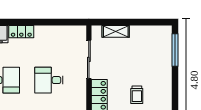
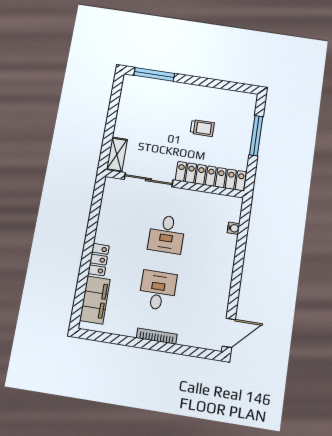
shelving: (116, 31) -> (117, 155), moved

